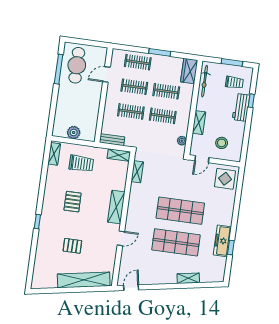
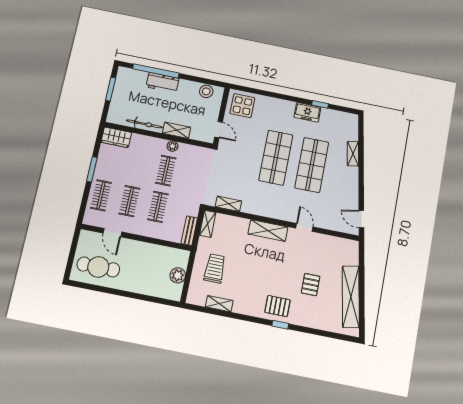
window: (59, 69) -> (101, 289), removed
bicycle: (205, 81) -> (144, 124), moved
trolley: (234, 82) -> (134, 88), removed
clothes rail: (166, 91) -> (138, 165), removed
window: (251, 101) -> (156, 71), width x3.17
plant: (182, 141) -> (173, 146), moved
stool: (222, 143) -> (206, 91), moved
shelving: (54, 154) -> (219, 304), moved
pallet: (73, 202) -> (278, 306), moved
freezer: (222, 241) -> (307, 112), width x0.71
shelving: (84, 280) -> (351, 297), moved

